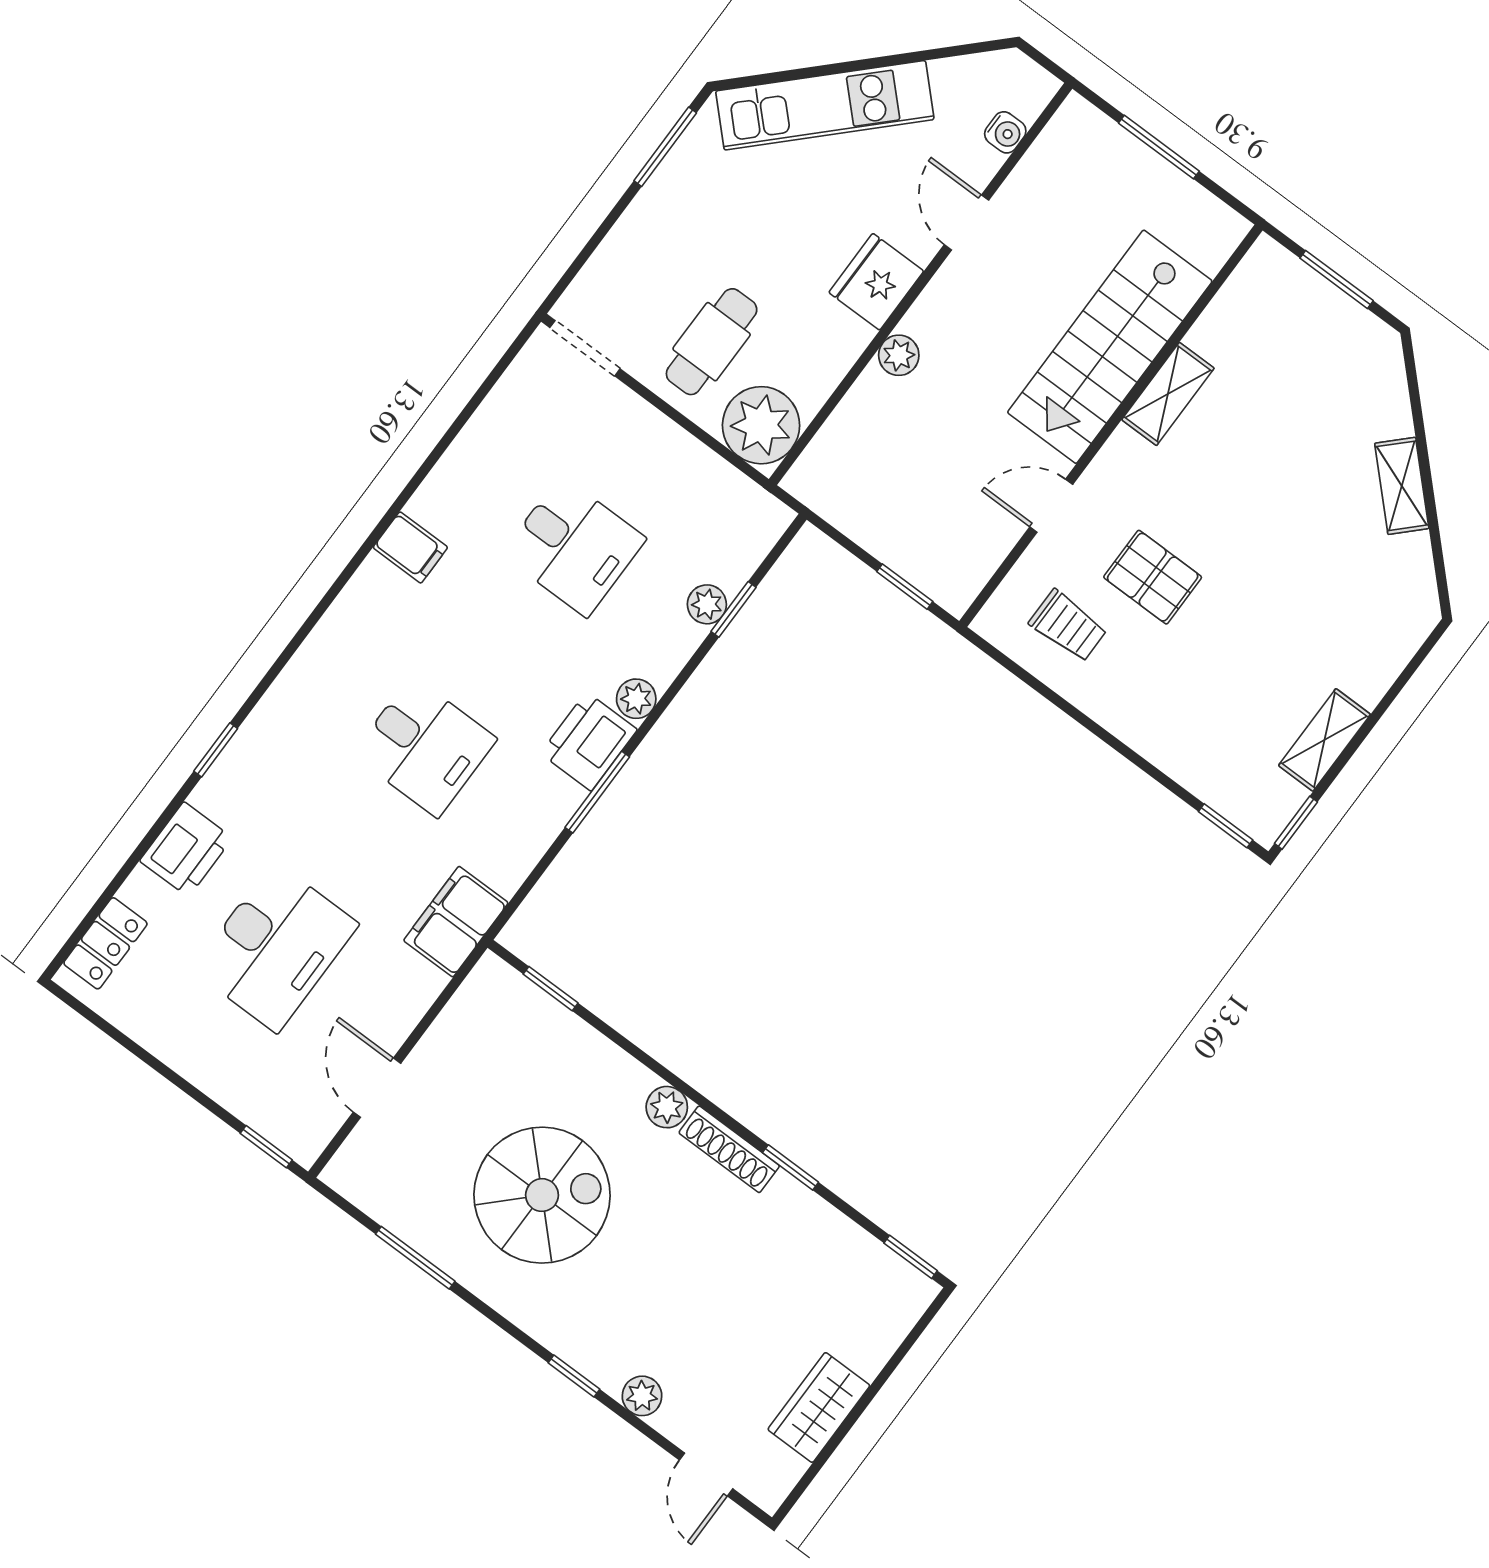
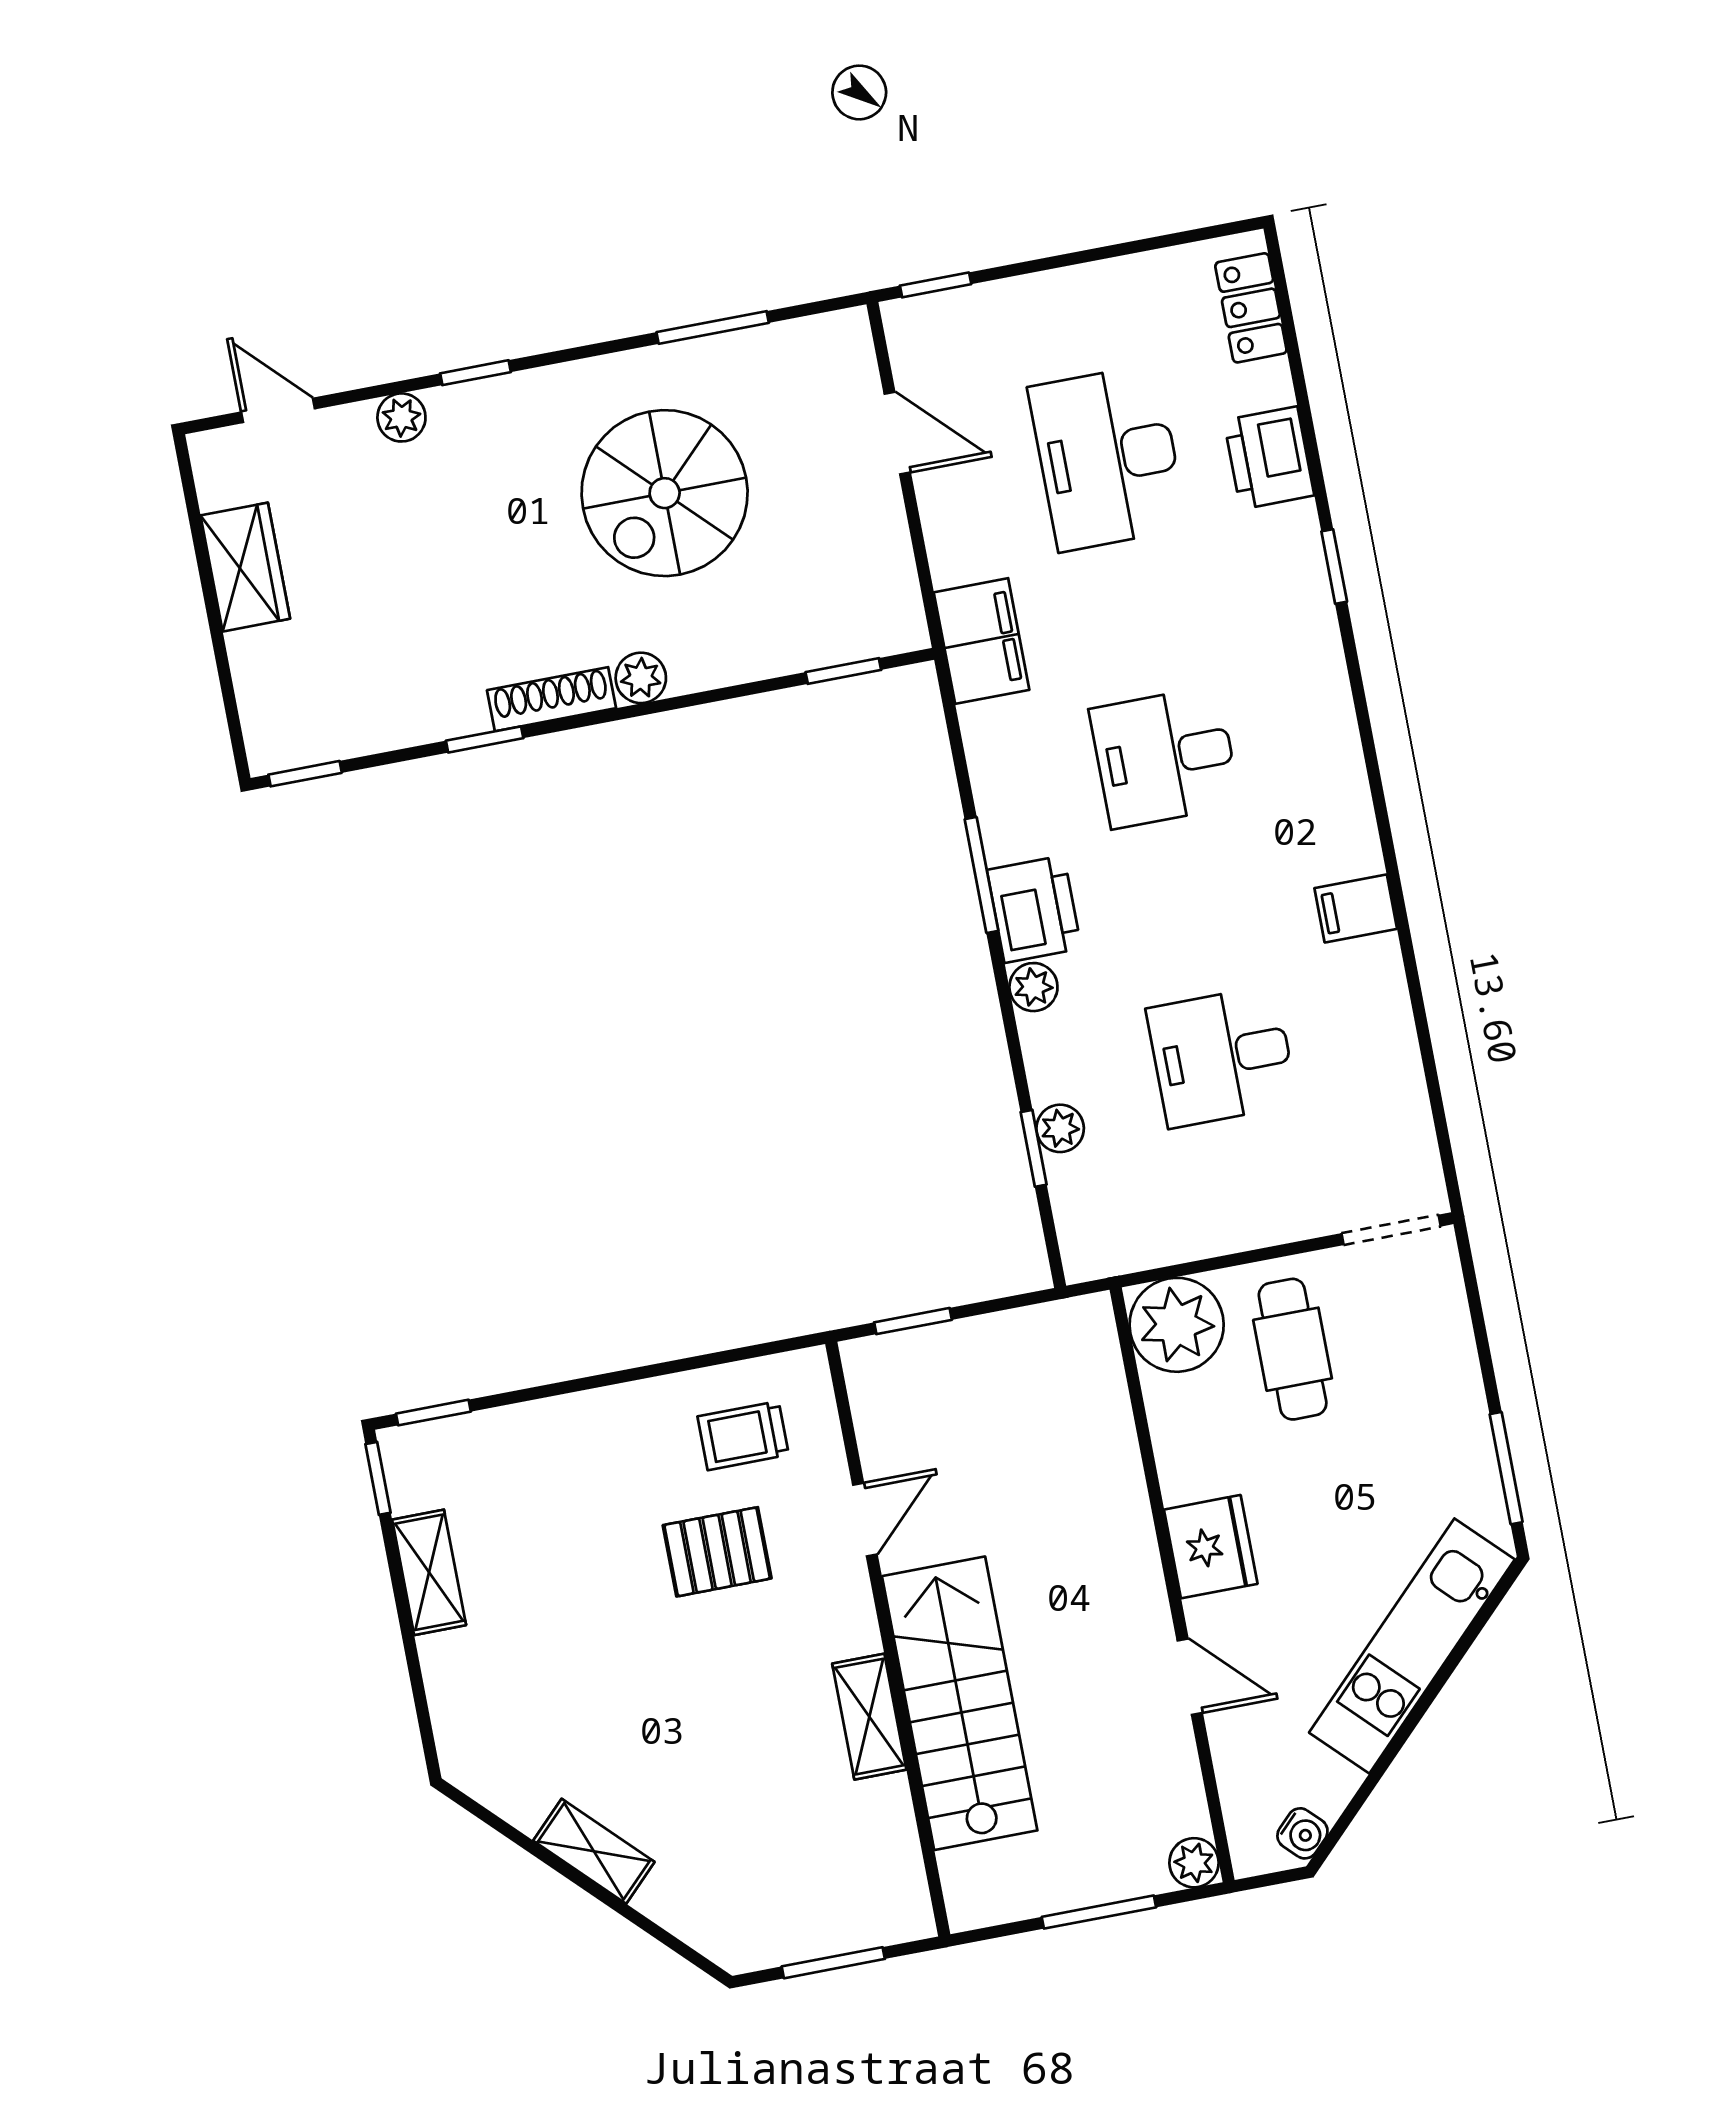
water cooler: (1005, 132) -> (1302, 1833), moved, turned -135
plant: (899, 355) -> (1194, 1863), moved

